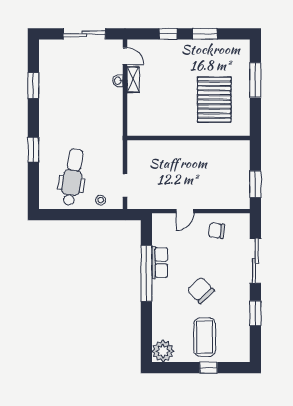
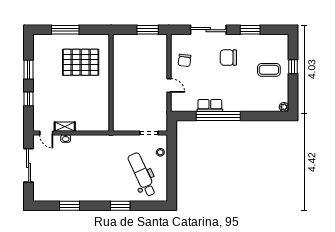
door: (125, 56) -> (46, 133), swing flipped
dental chair: (73, 177) -> (142, 175), turned 56
chair: (201, 290) -> (228, 58), moved, turned 44
coffee table: (205, 337) -> (269, 70), width x0.73, depth x0.76
plant: (163, 351) -> (284, 107), width x0.53, depth x0.53

